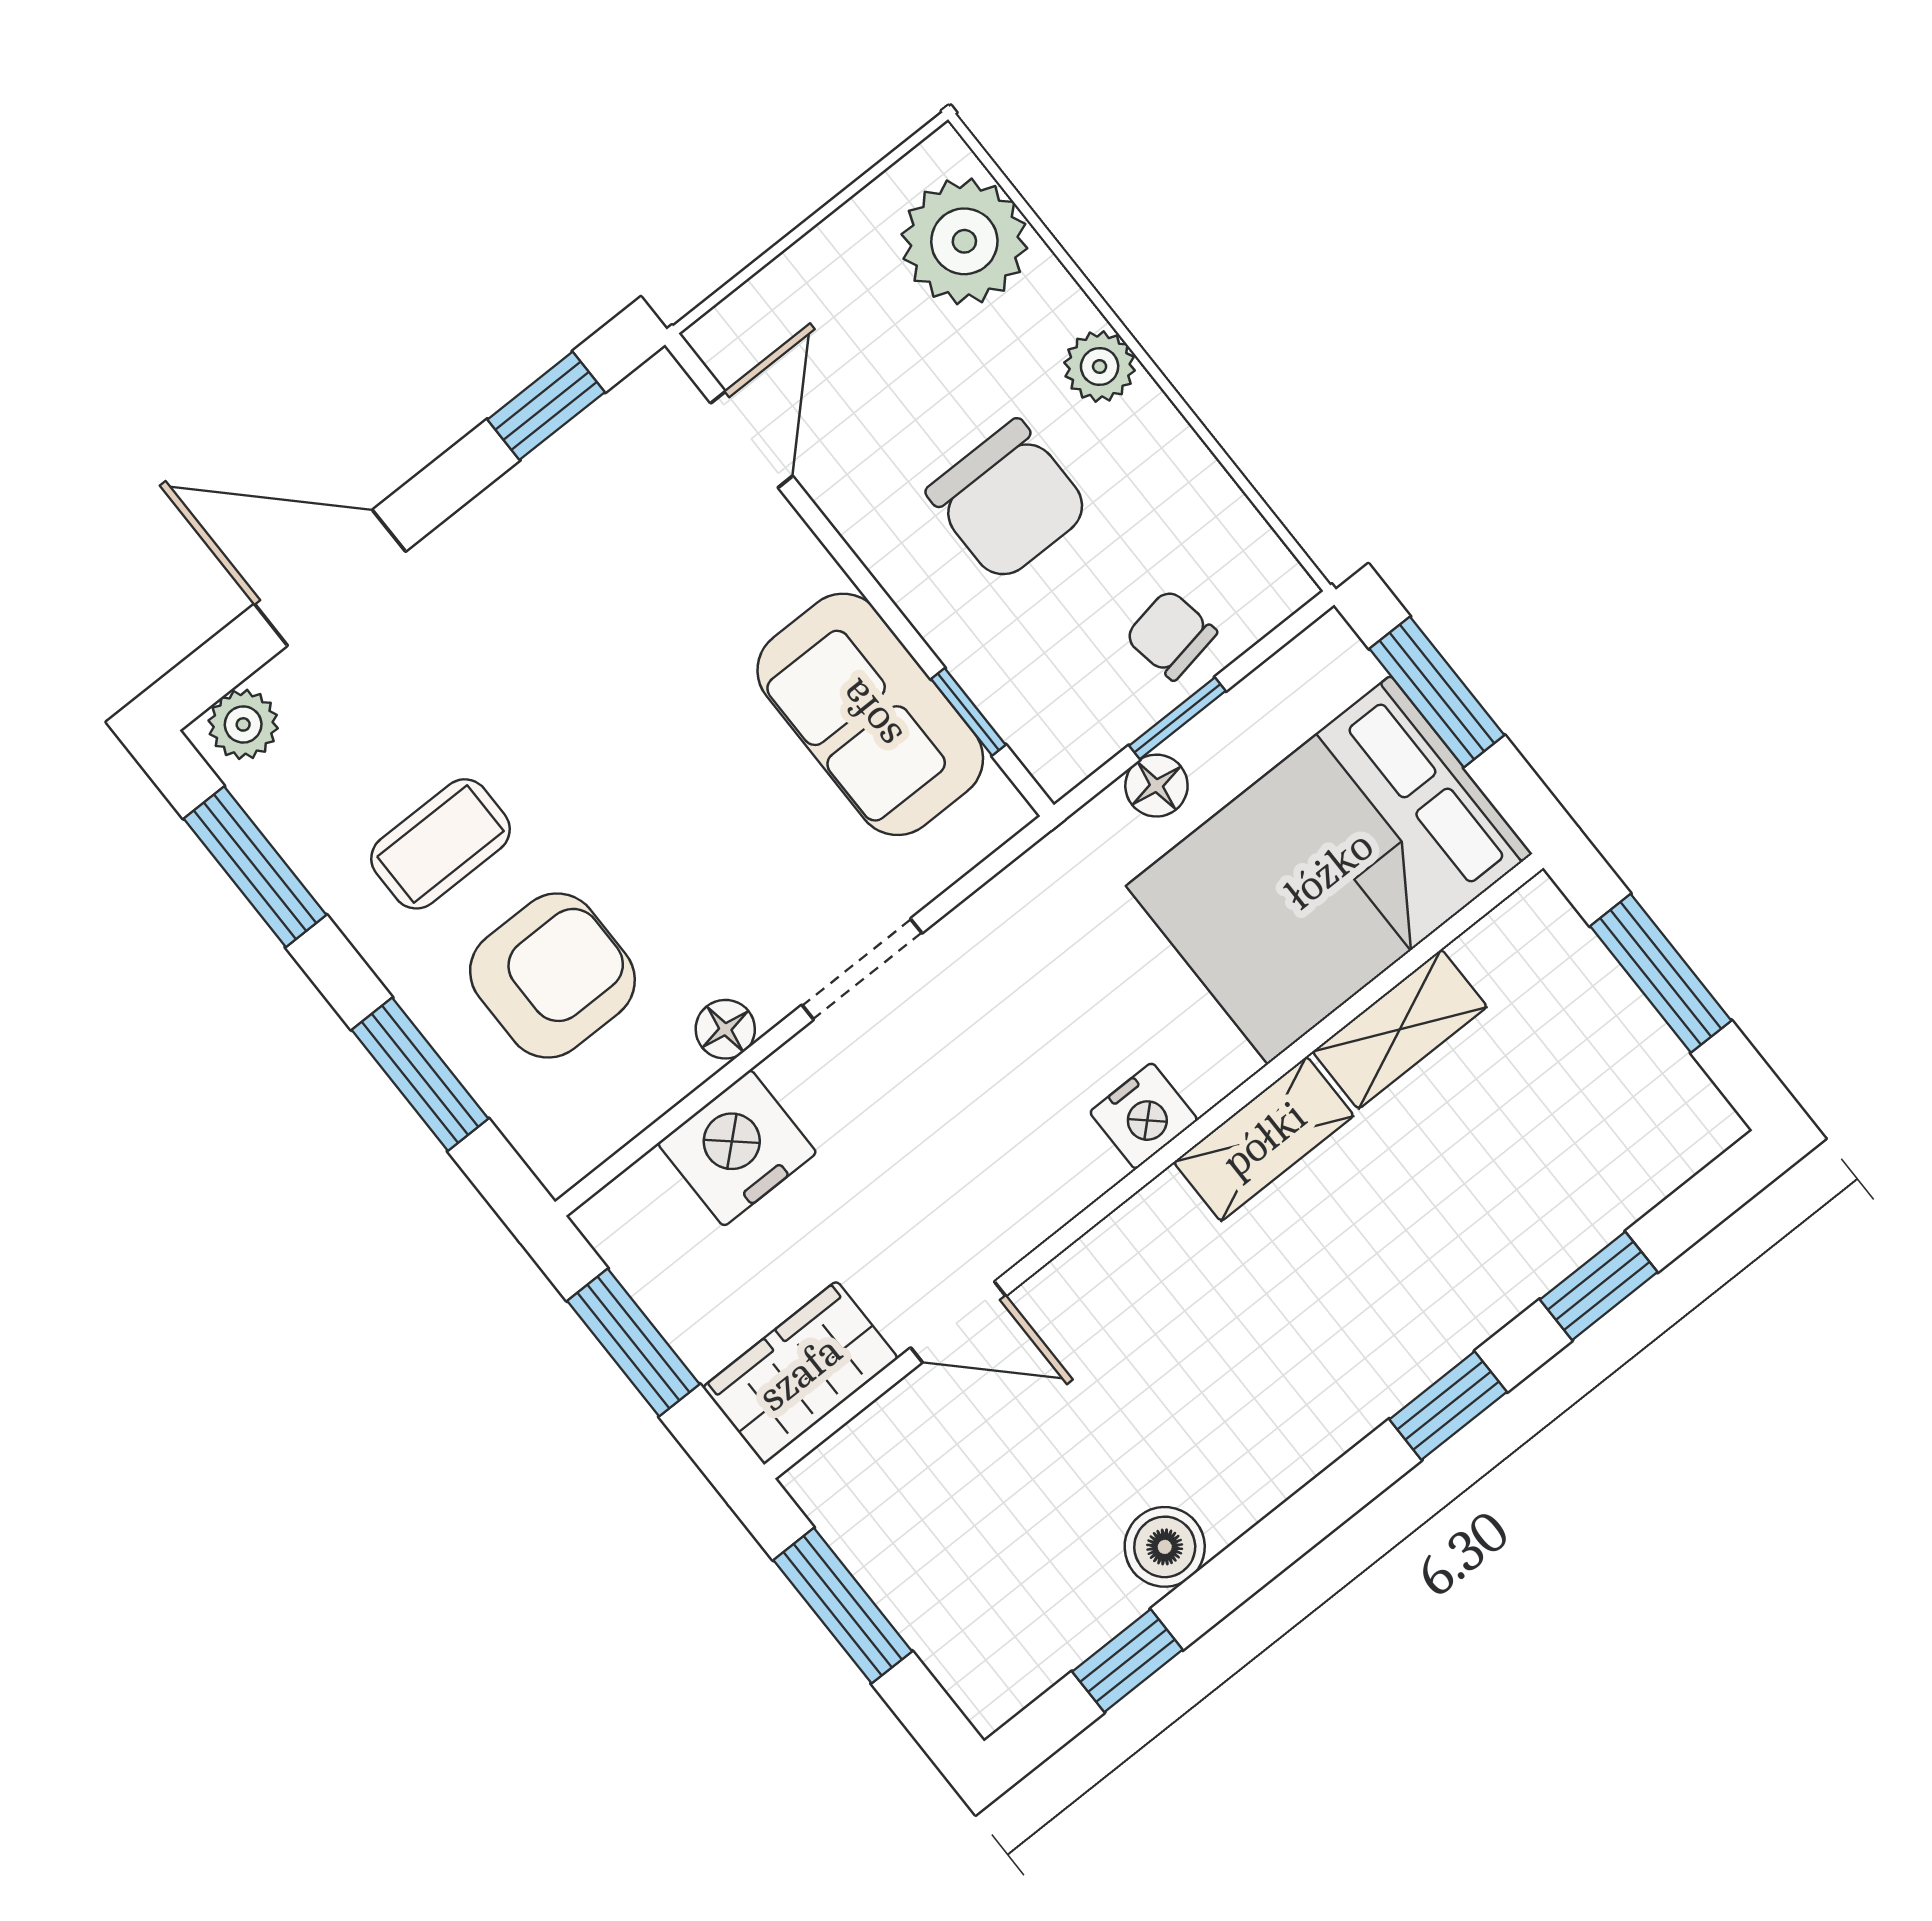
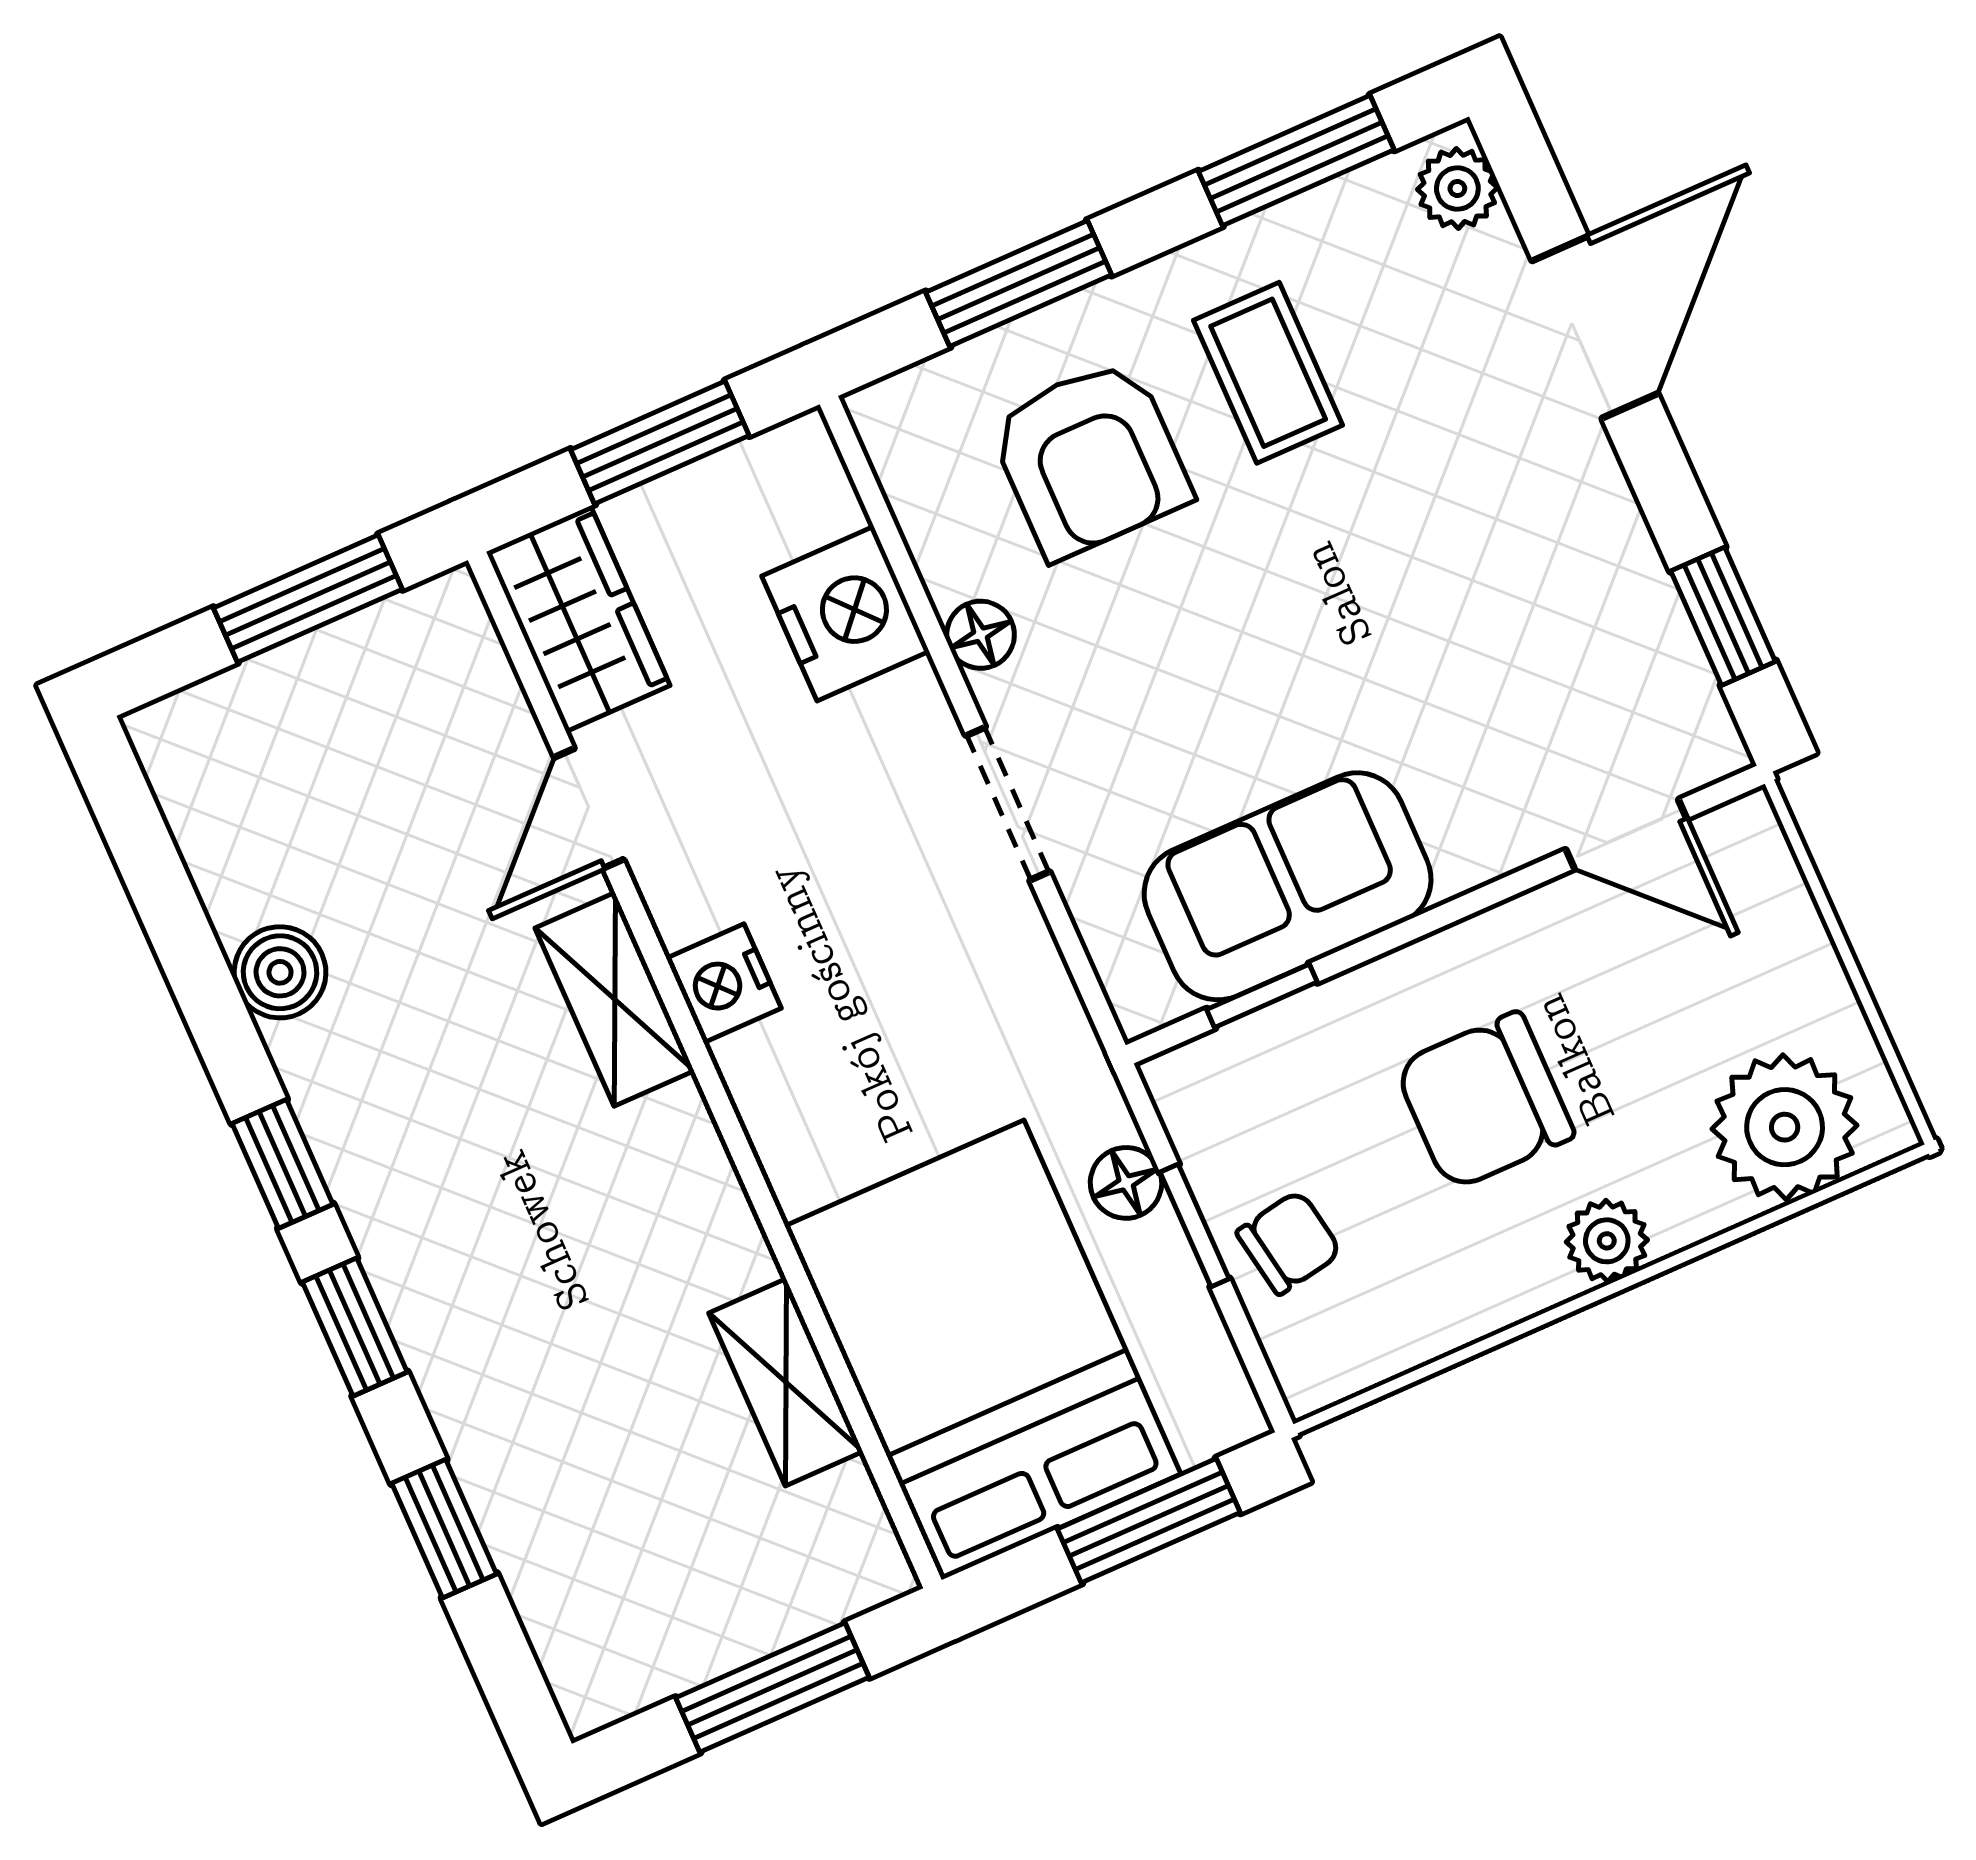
nightstand: (1144, 1116) -> (724, 983), moved
shelving: (1264, 1139) -> (615, 999), moved
window: (1127, 1661) -> (282, 1164), moved

